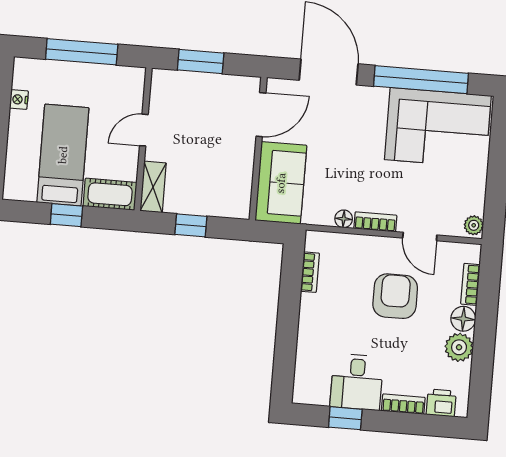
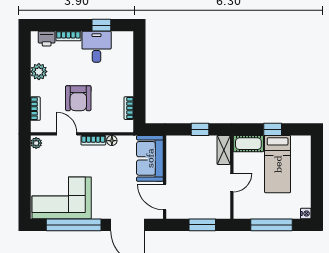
nightstand: (19, 99) -> (306, 214), moved
door: (261, 115) -> (165, 197), hinge flipped
floor lamp: (463, 319) -> (38, 88), removed

